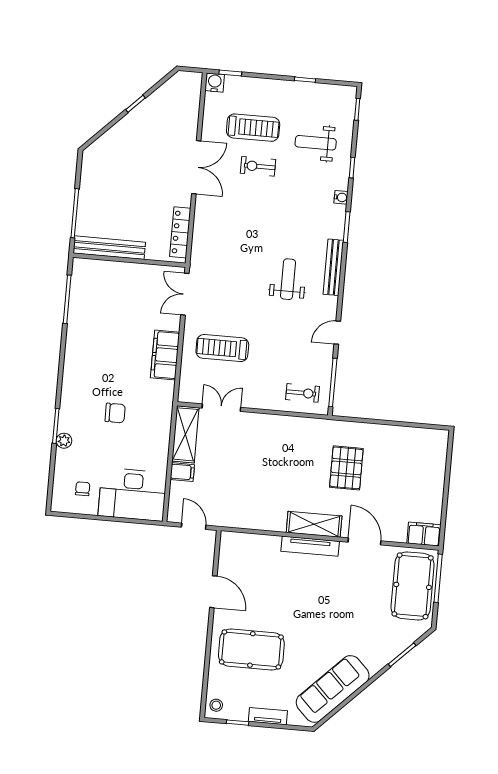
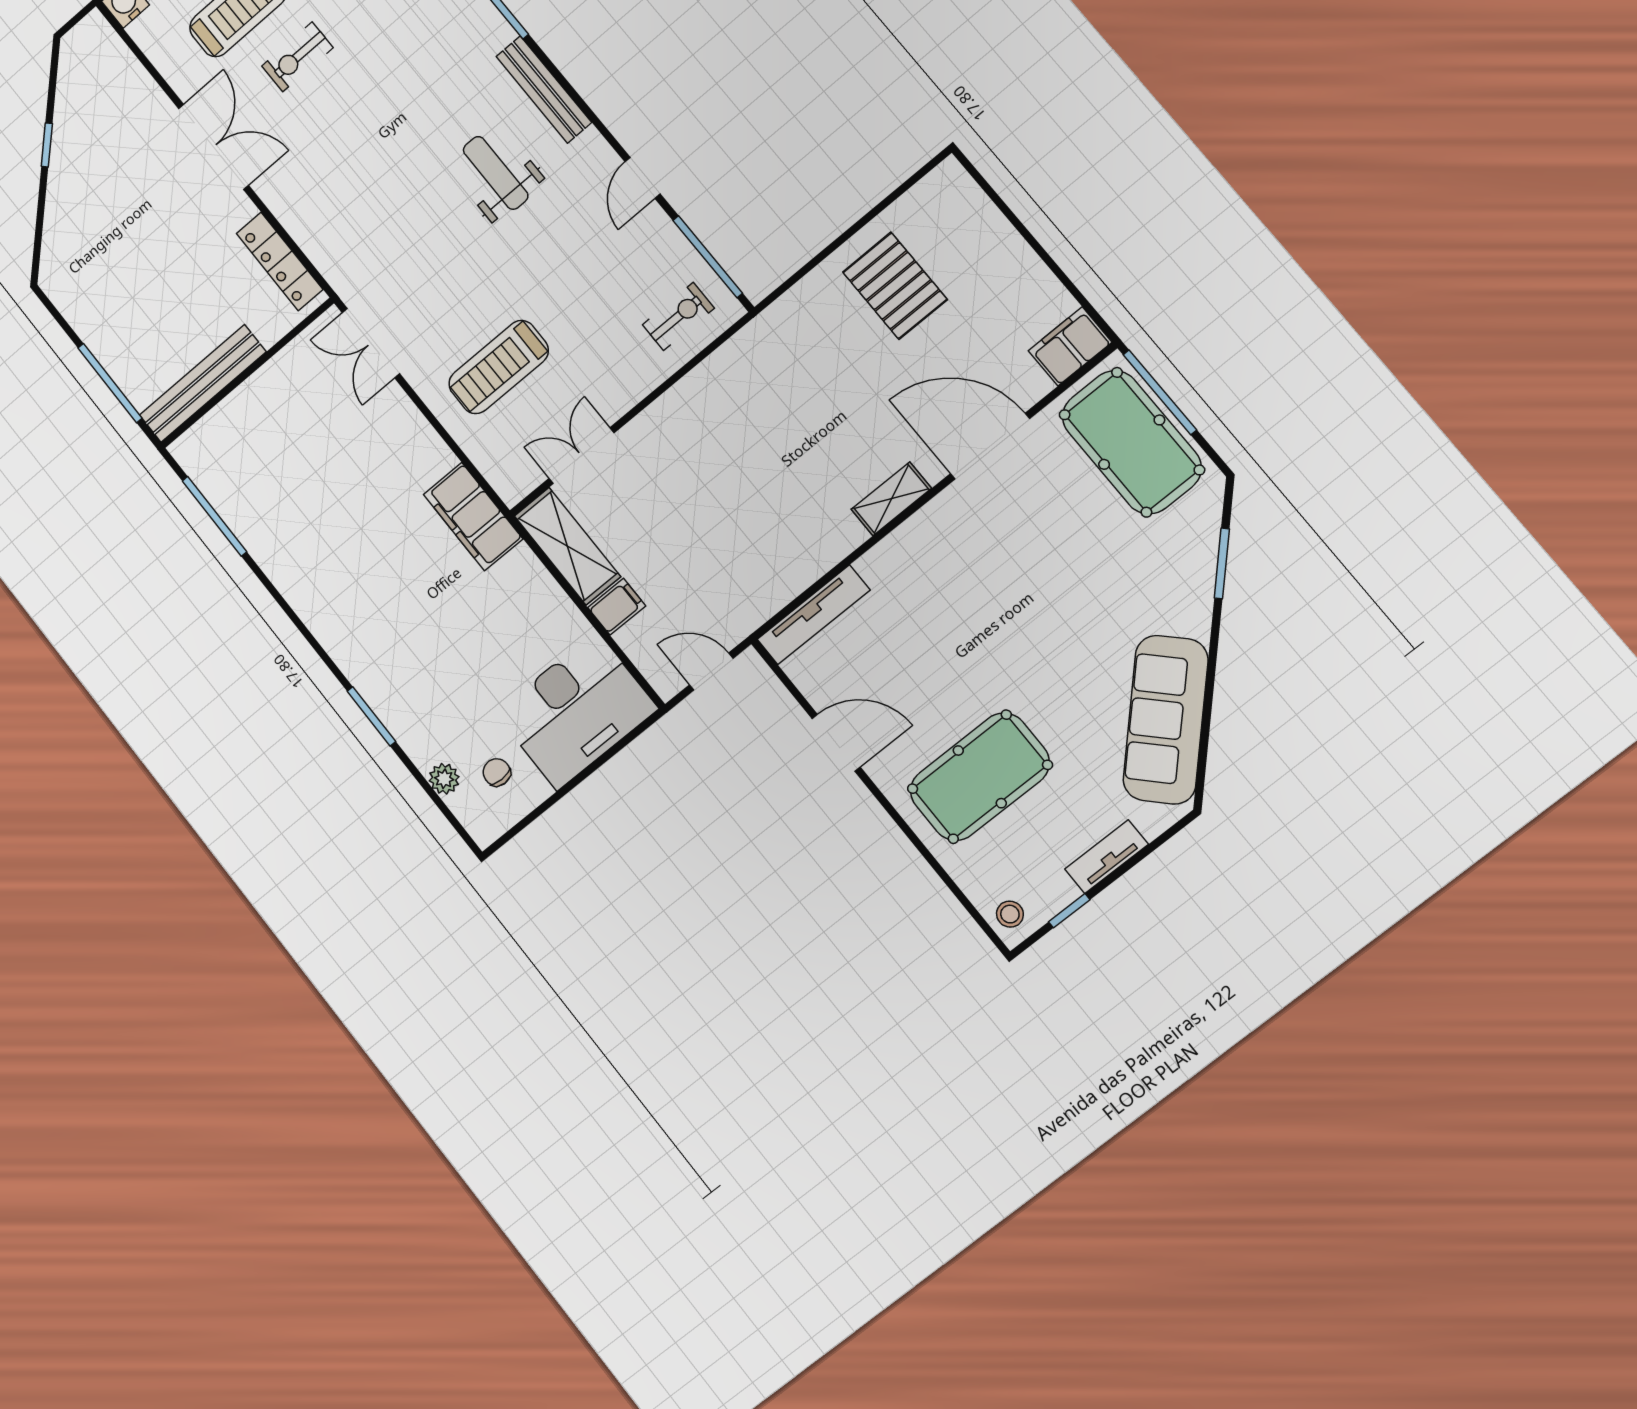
filing cabinet: (165, 355) -> (473, 517), moved
chair: (115, 413) -> (437, 615), removed
plant: (64, 441) -> (444, 779), moved
pallet: (346, 468) -> (895, 286), moved
shelving: (314, 524) -> (891, 499), width x0.67, depth x0.75
door: (364, 541) -> (990, 446), width x1.36
tv unit: (310, 546) -> (814, 615), moved

